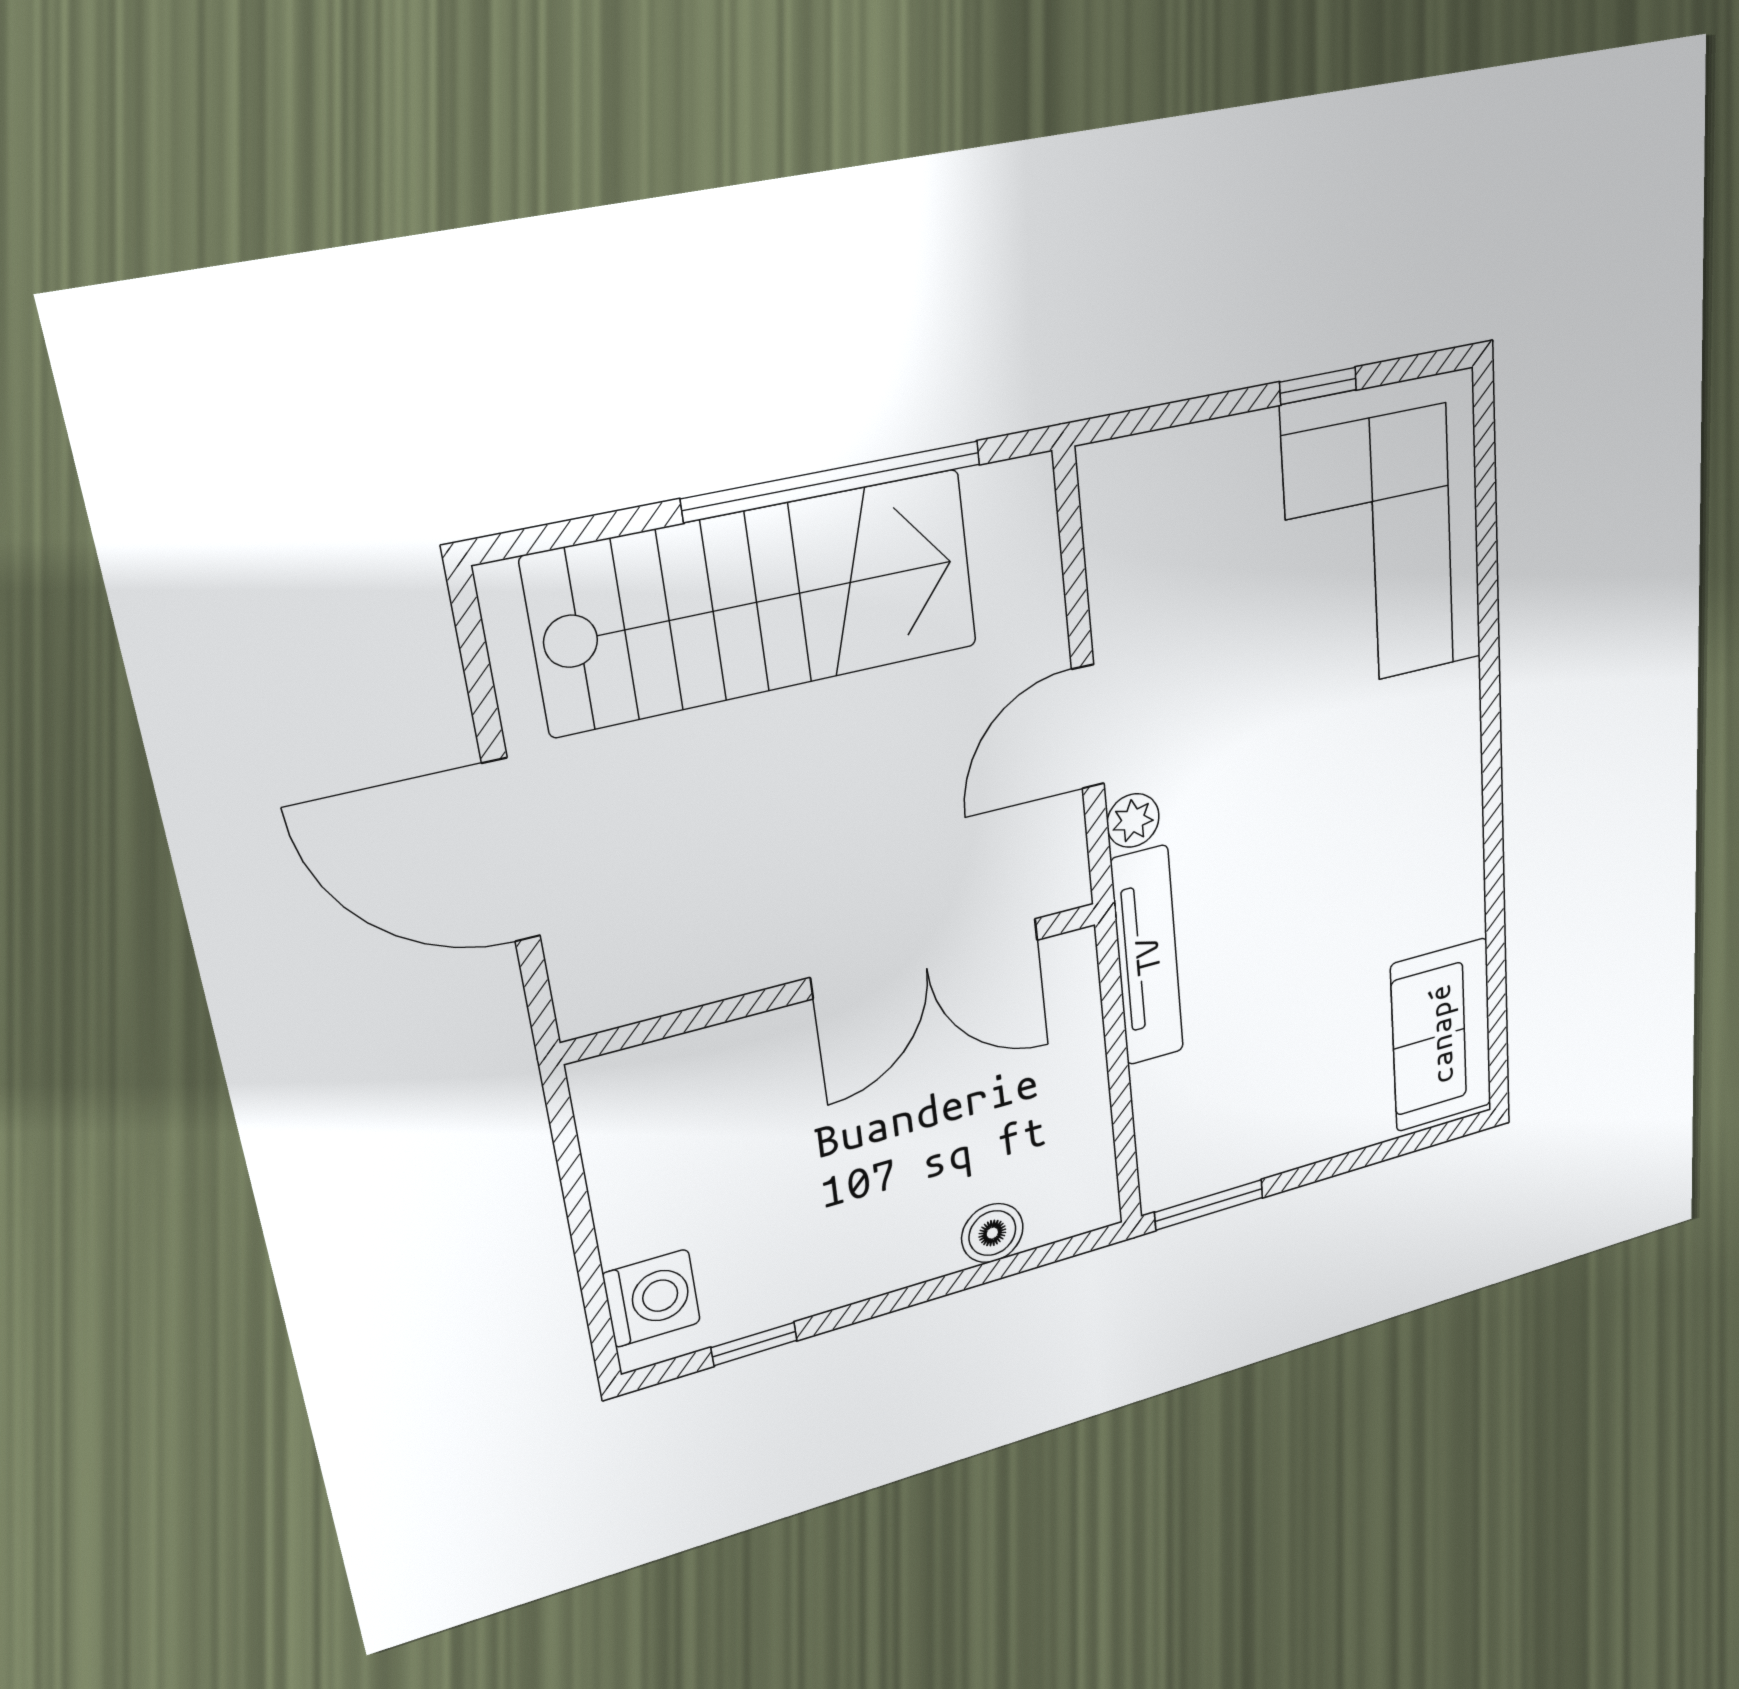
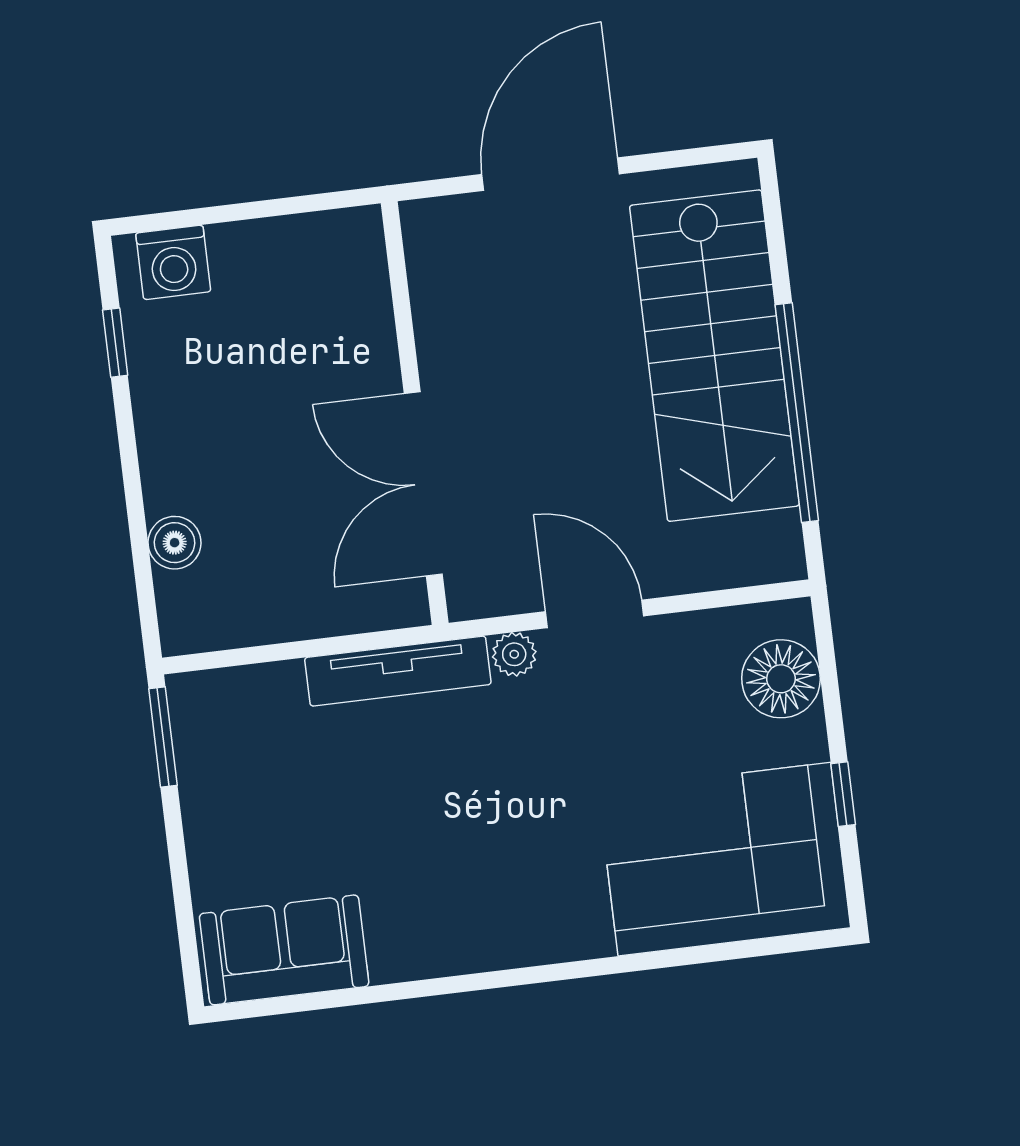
floor lamp: (1175, 478) -> (781, 679), added

